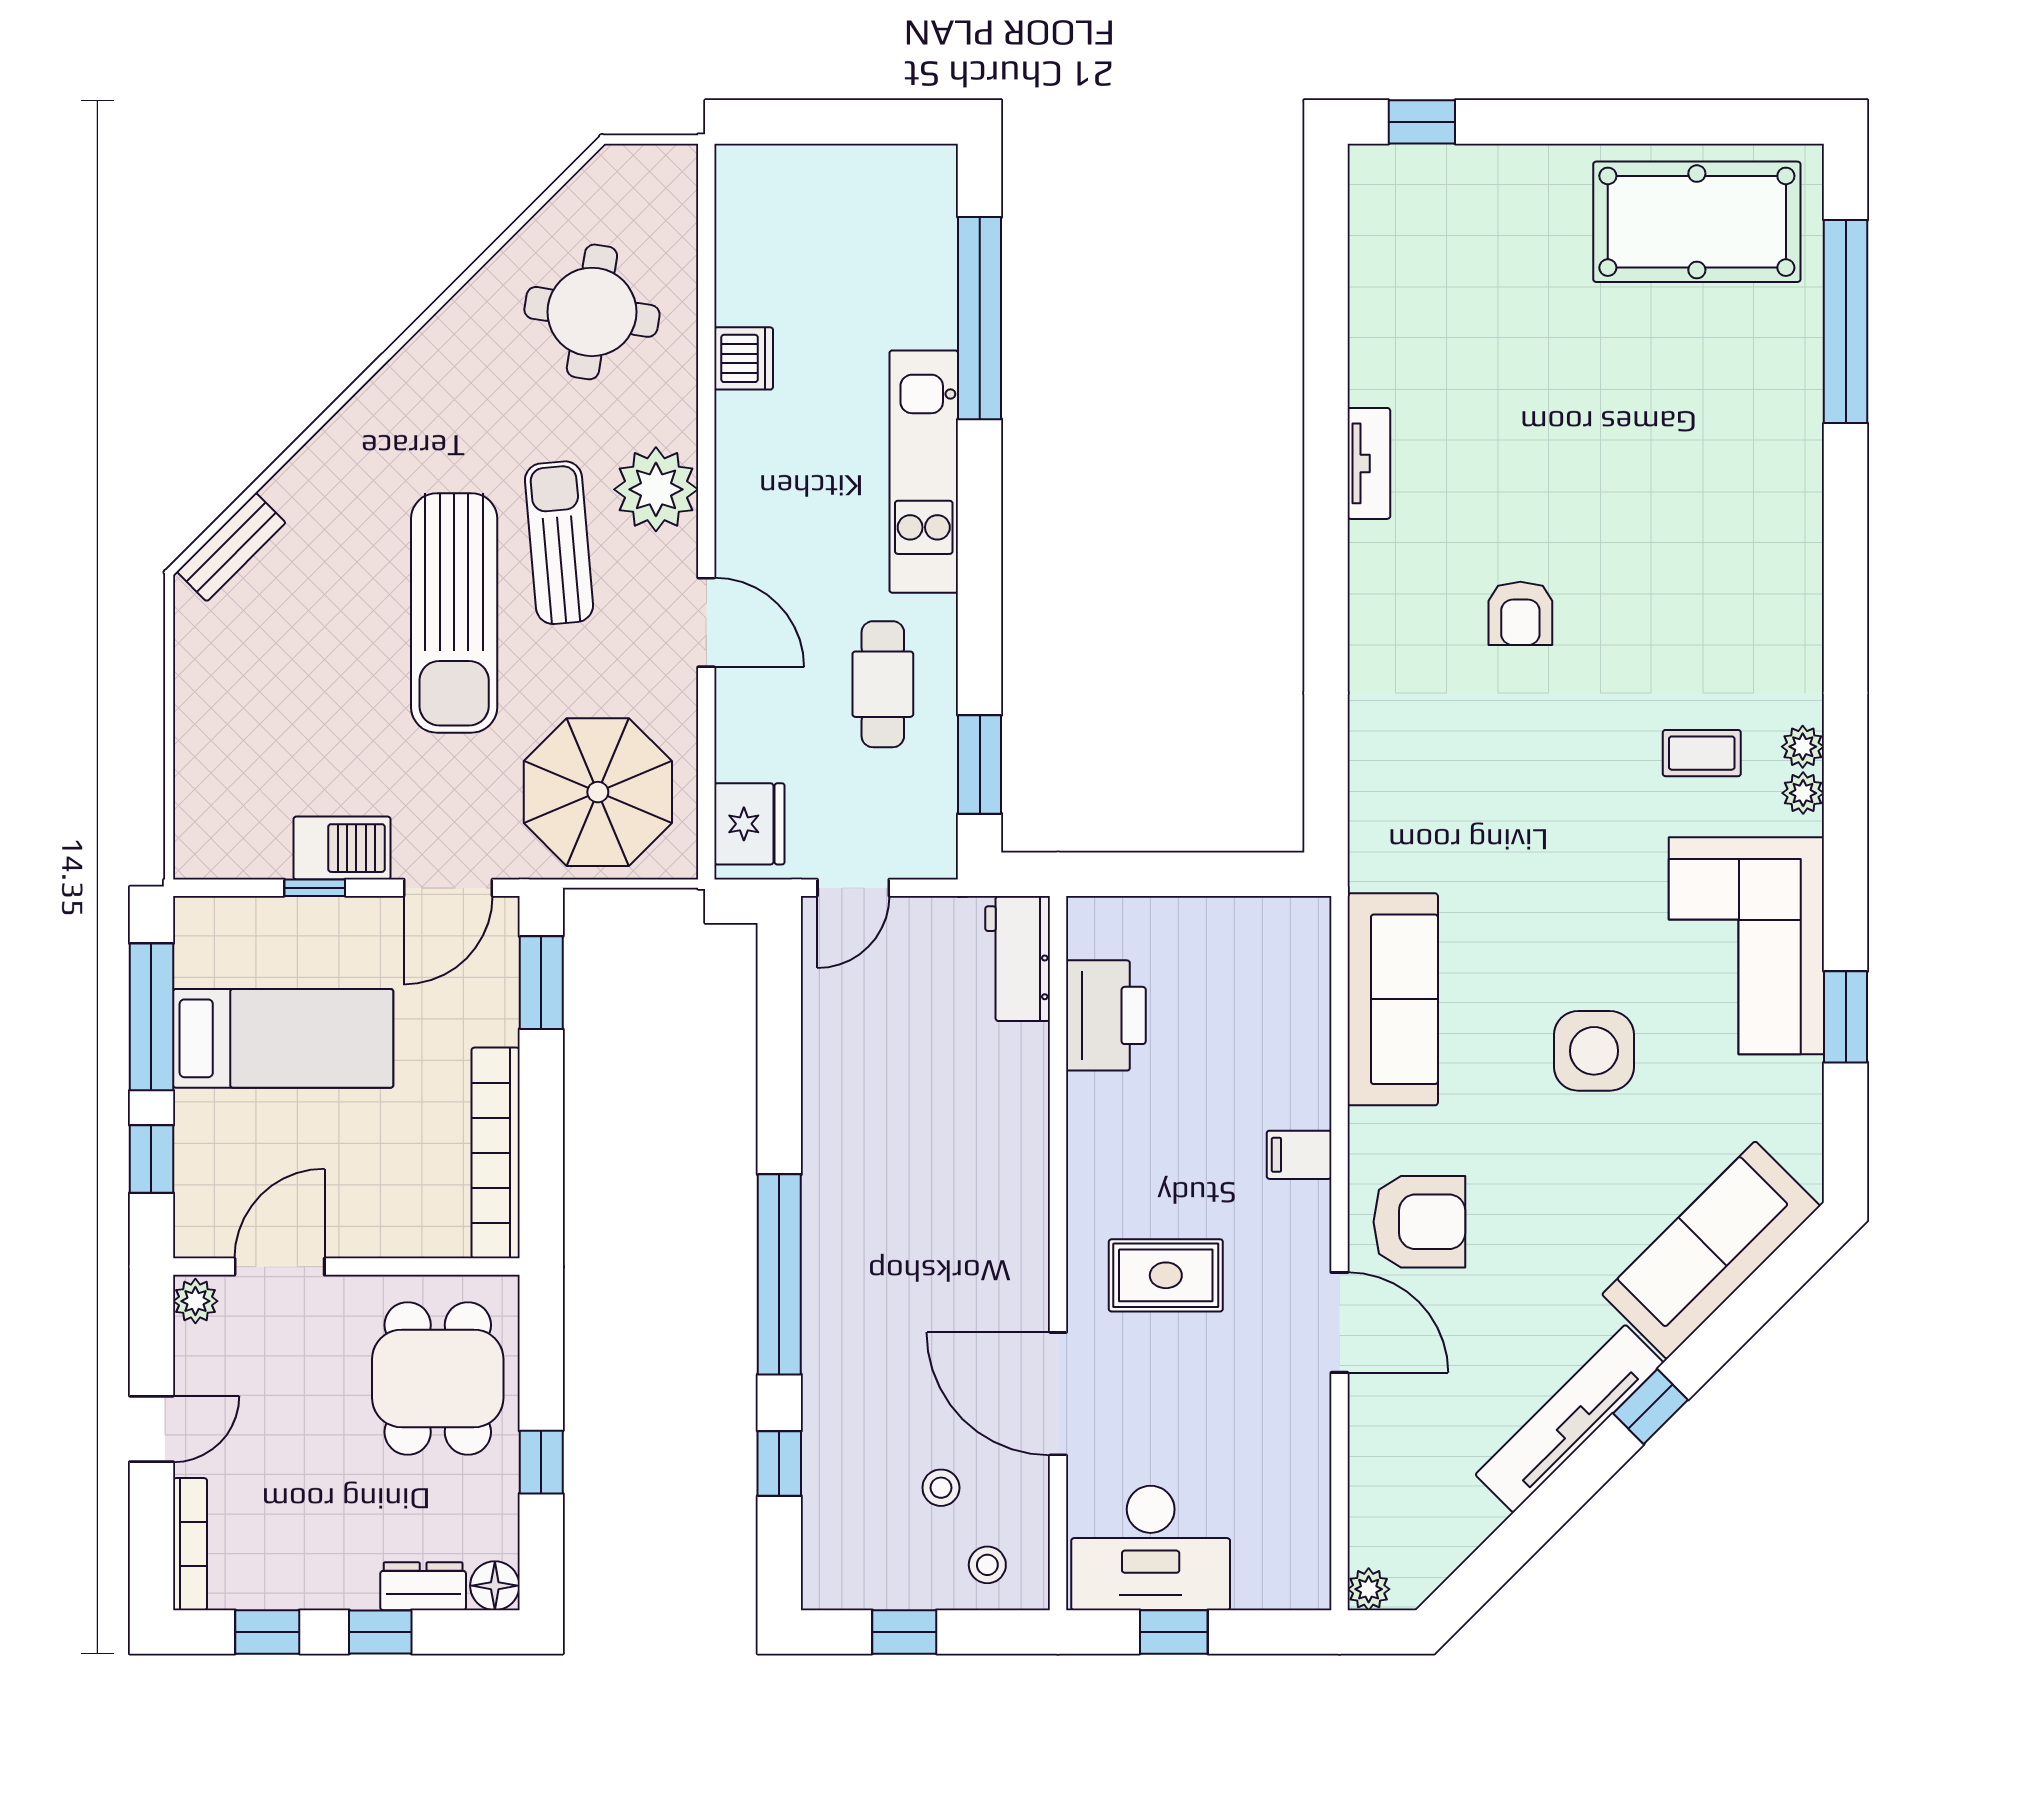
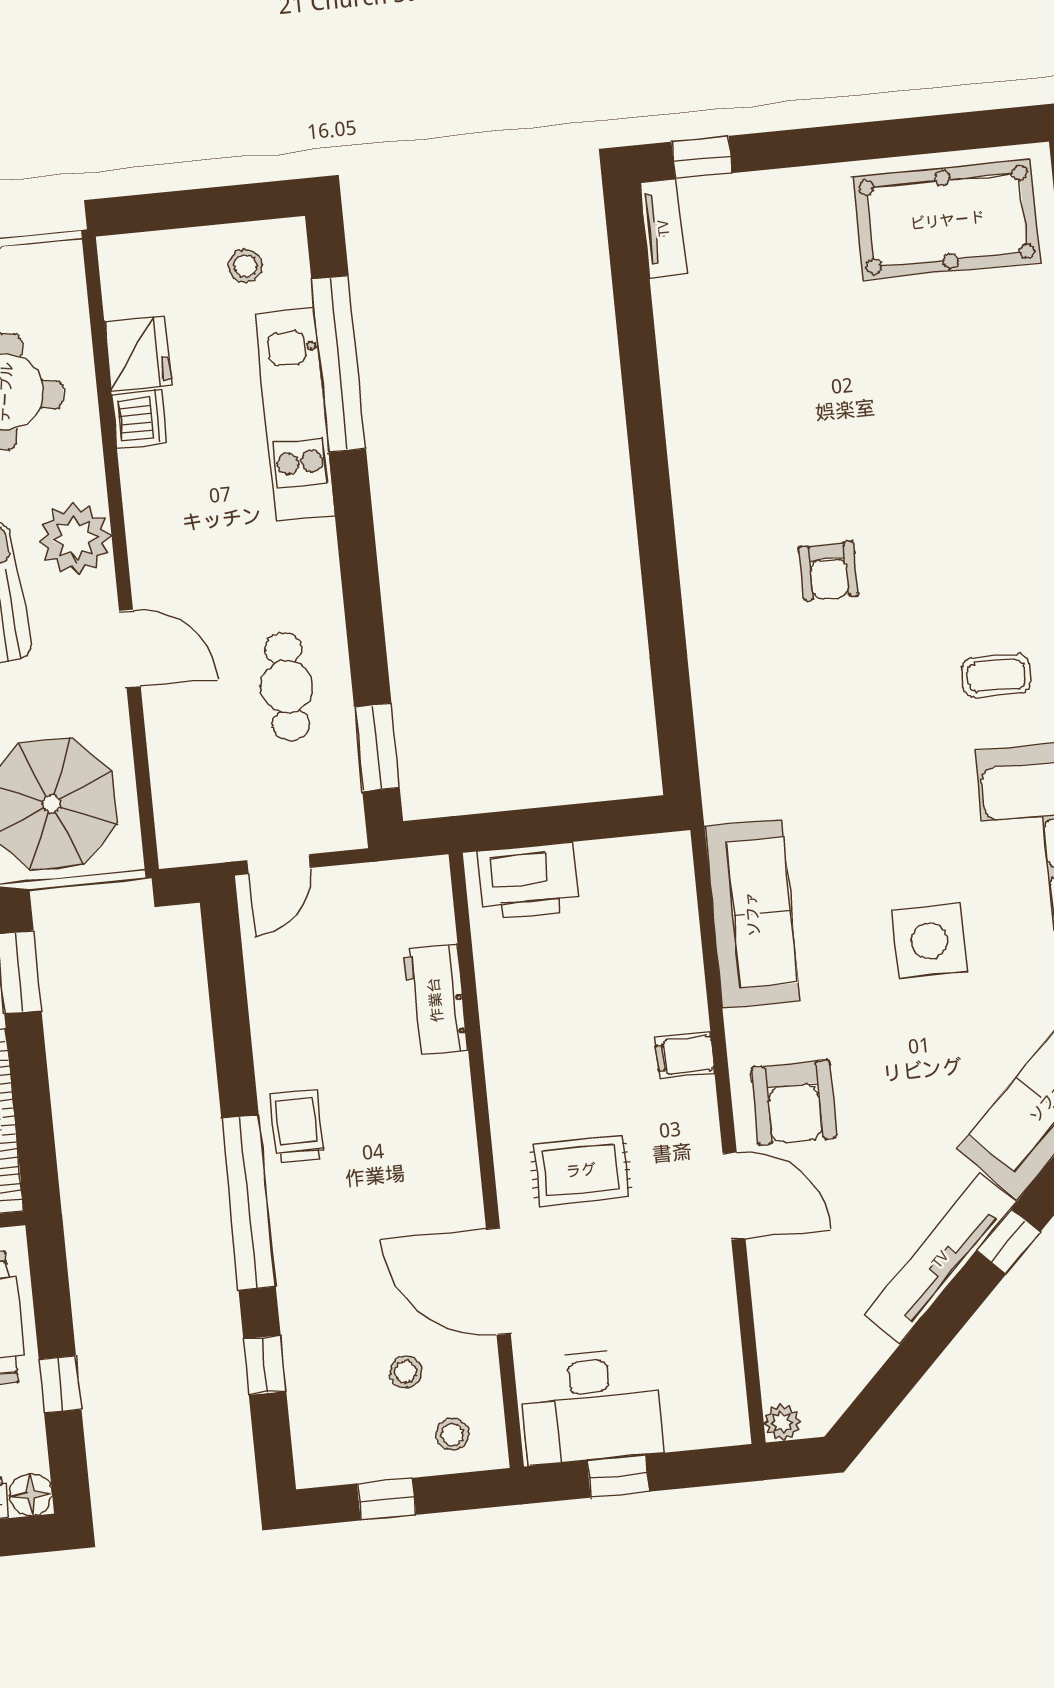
stool: (883, 194) -> (245, 266), added
tv unit: (1369, 463) -> (663, 228), moved
kitchen unit: (924, 472) -> (295, 415), moved
fridge: (749, 824) -> (138, 353), moved
workbench: (1018, 959) -> (435, 1000), moved
printer: (1106, 1015) -> (529, 881), moved, turned 90
trolley: (844, 1192) -> (297, 1126), added
armchair: (1419, 1222) -> (794, 1103), turned 90

